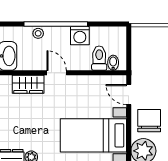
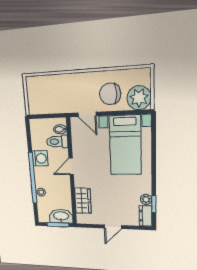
door: (57, 73) -> (71, 166), moved
door: (129, 94) -> (87, 114), hinge flipped

